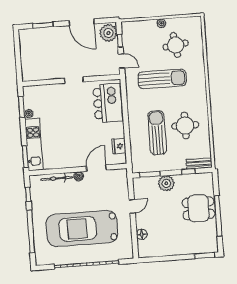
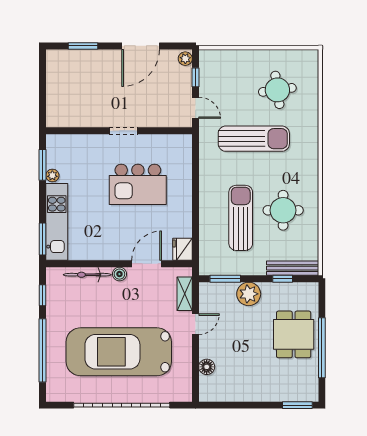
door: (82, 22) -> (141, 46), hinge flipped
plant: (161, 23) -> (259, 56), removed
plant: (108, 33) -> (185, 59), width x0.53, depth x0.53
kitchen island: (108, 103) -> (138, 184), moved, turned 90
fridge: (119, 146) -> (183, 249), moved
bench: (199, 164) -> (293, 268), width x1.36
shelving: (123, 186) -> (185, 294), added
dining table: (198, 208) -> (294, 334), turned 90

